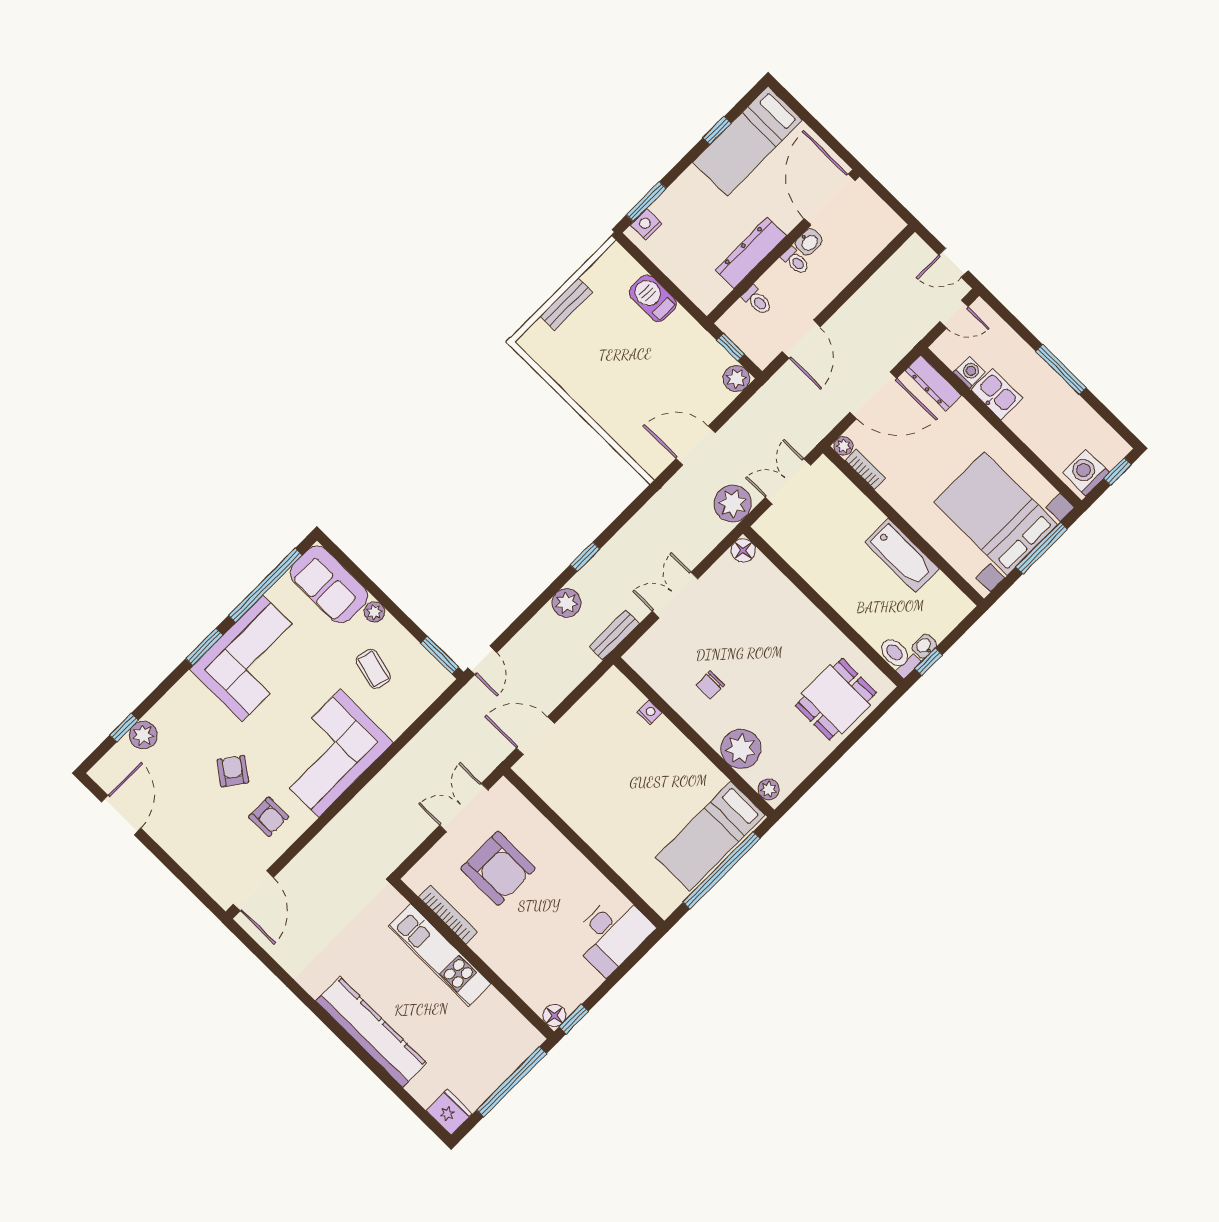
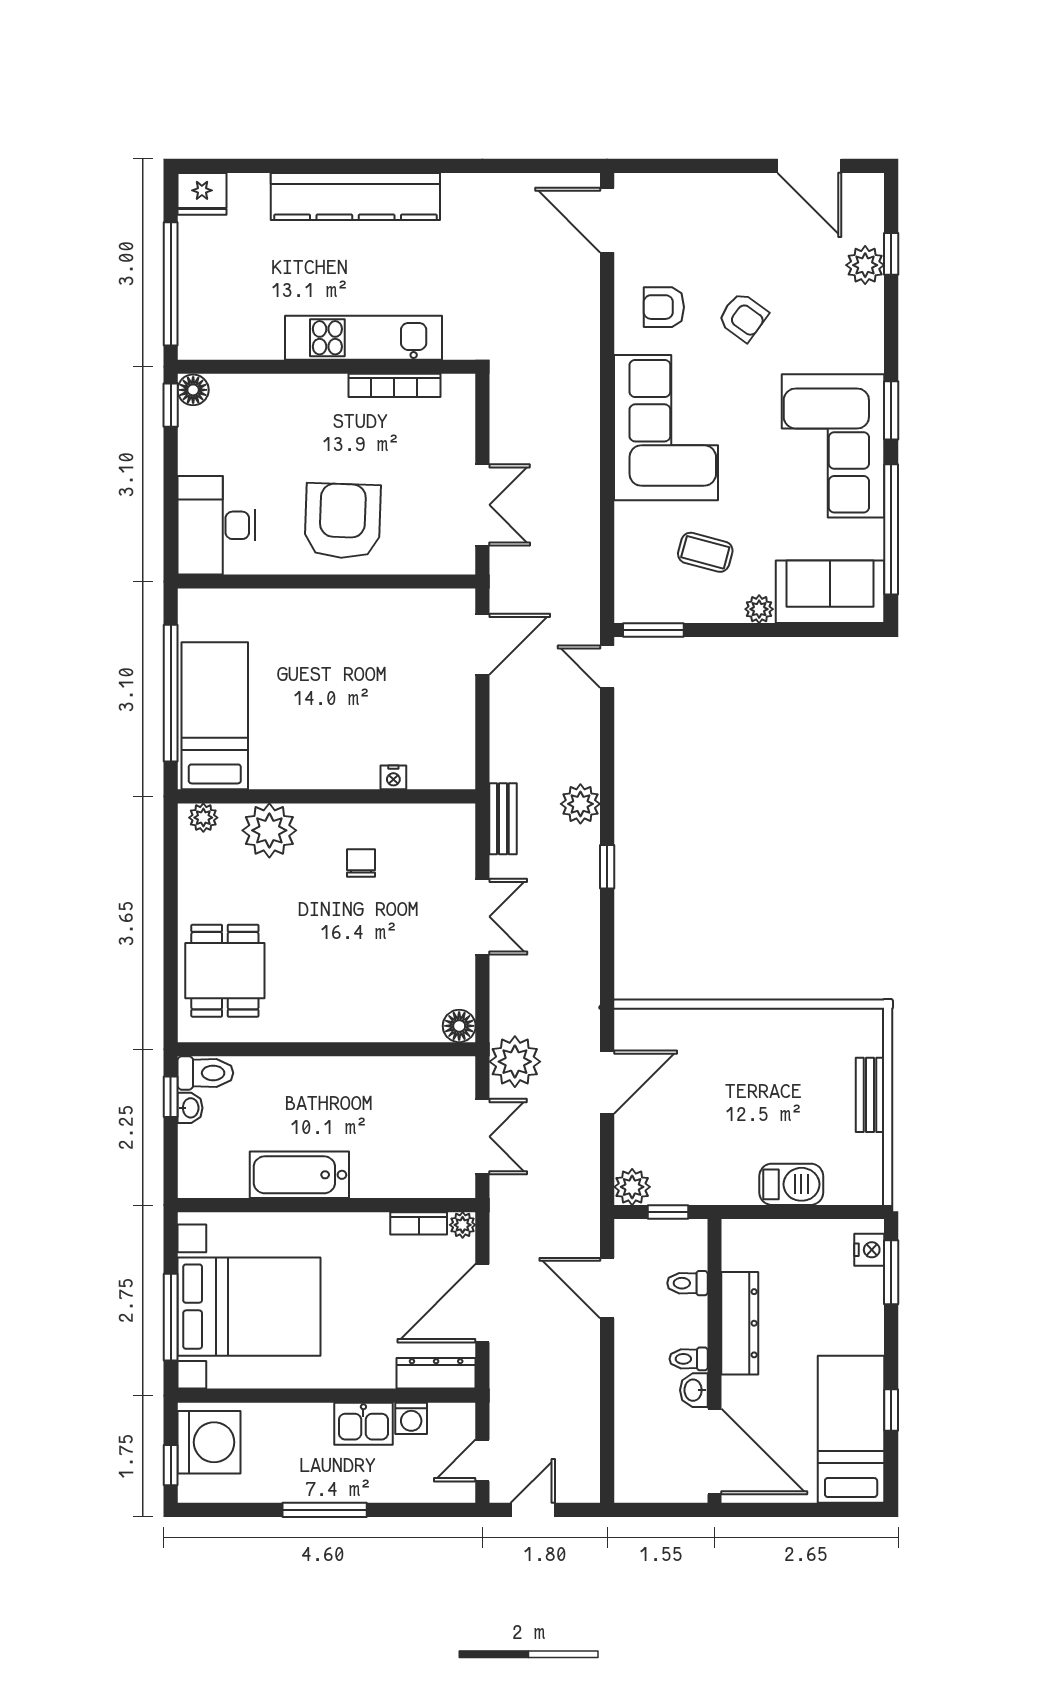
washing machine: (1086, 472) -> (209, 1442), width x1.37, depth x1.37
armchair: (498, 868) -> (343, 521), moved, turned 92

